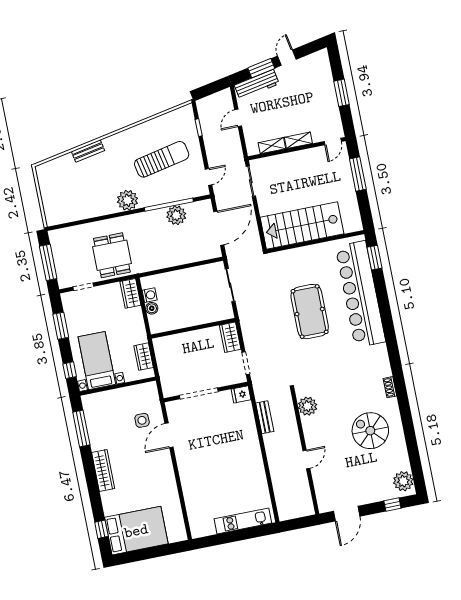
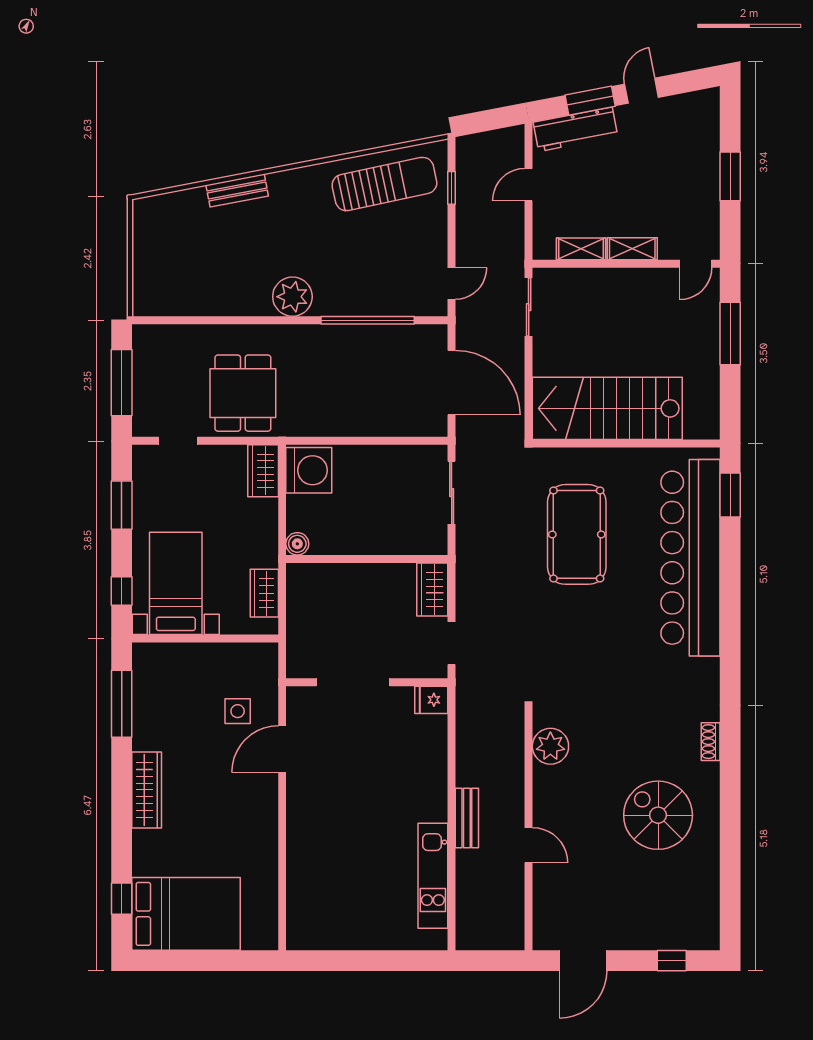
sun lounger: (162, 159) -> (384, 184), moved
plant: (176, 215) -> (377, 343), removed
door: (219, 228) -> (452, 383), hinge flipped
washing machine: (150, 295) -> (309, 470), width x1.89, depth x1.89
boiler: (152, 308) -> (297, 544), moved
pool table: (310, 312) -> (577, 534), moved
bench: (265, 417) -> (467, 818), moved
door: (306, 460) -> (529, 845), hinge flipped
plant: (403, 481) -> (701, 921), removed
kitchen unit: (243, 521) -> (433, 876), moved, turned -90

